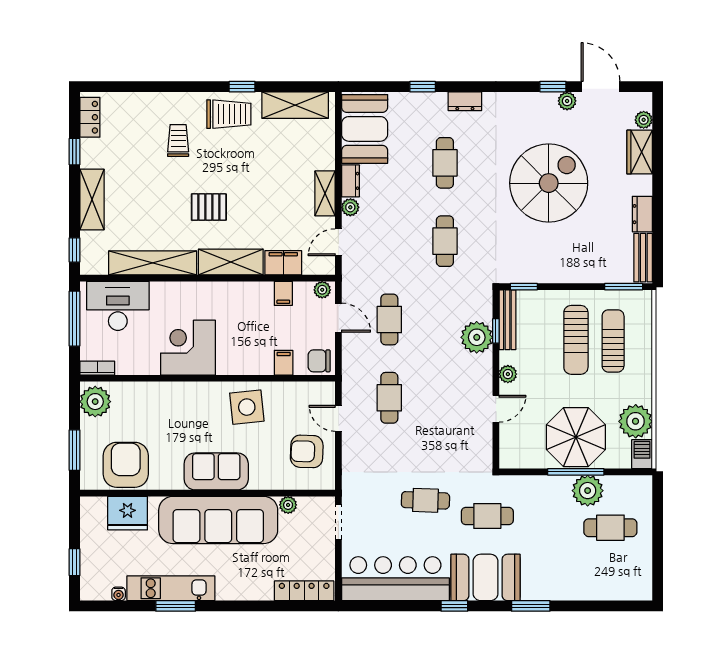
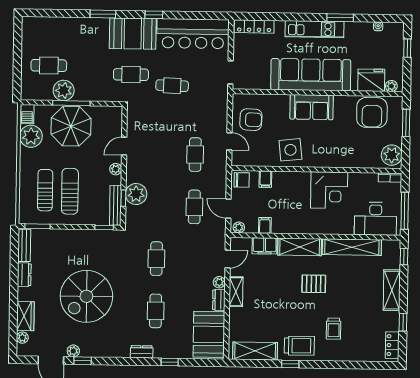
trolley: (229, 114) -> (299, 346), turned 180
sun lounger: (613, 341) -> (45, 190), turned 180
plant: (288, 505) -> (391, 86), moved
kitchen unit: (171, 588) -> (314, 29), moved

